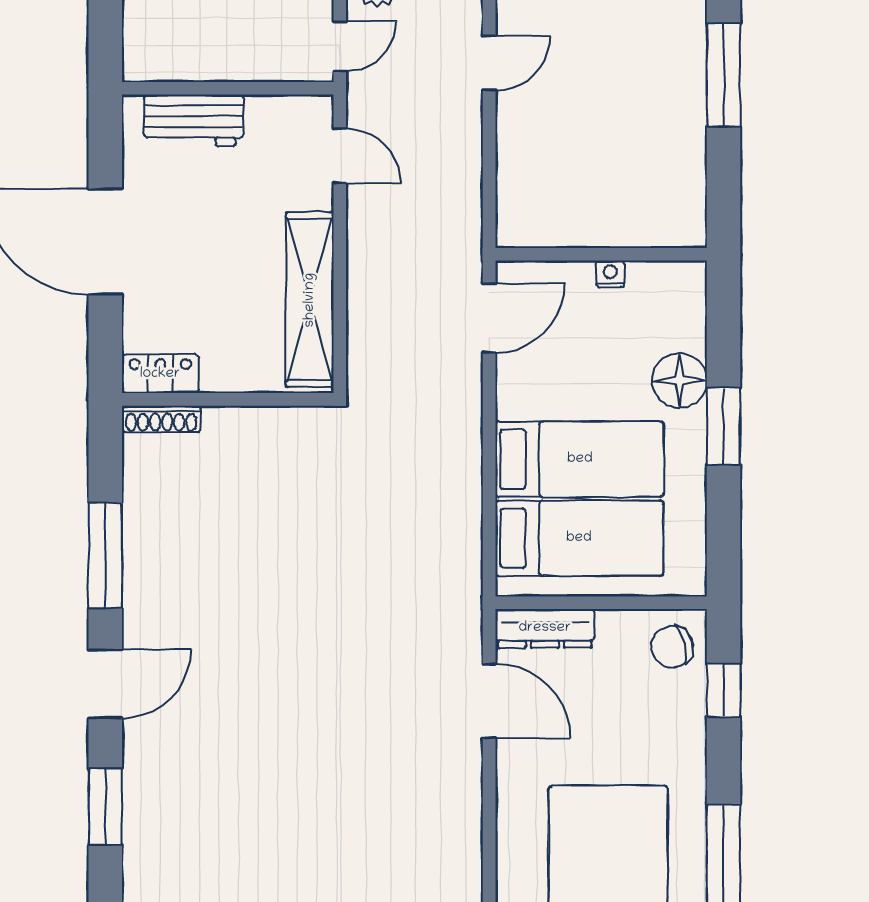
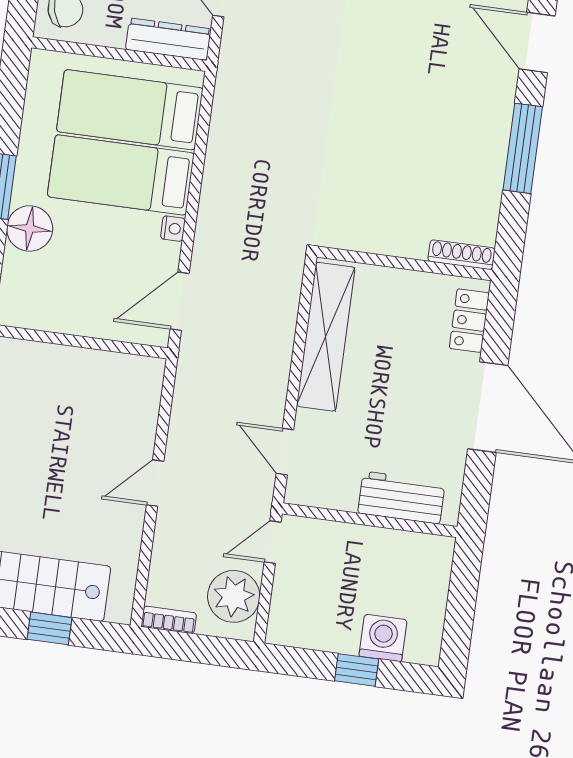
door: (489, 63) -> (155, 483), moved
nightstand: (610, 274) -> (173, 229), moved, turned -90
locker: (160, 374) -> (469, 321), moved, turned 90
door: (105, 684) -> (537, 42), hinge flipped

